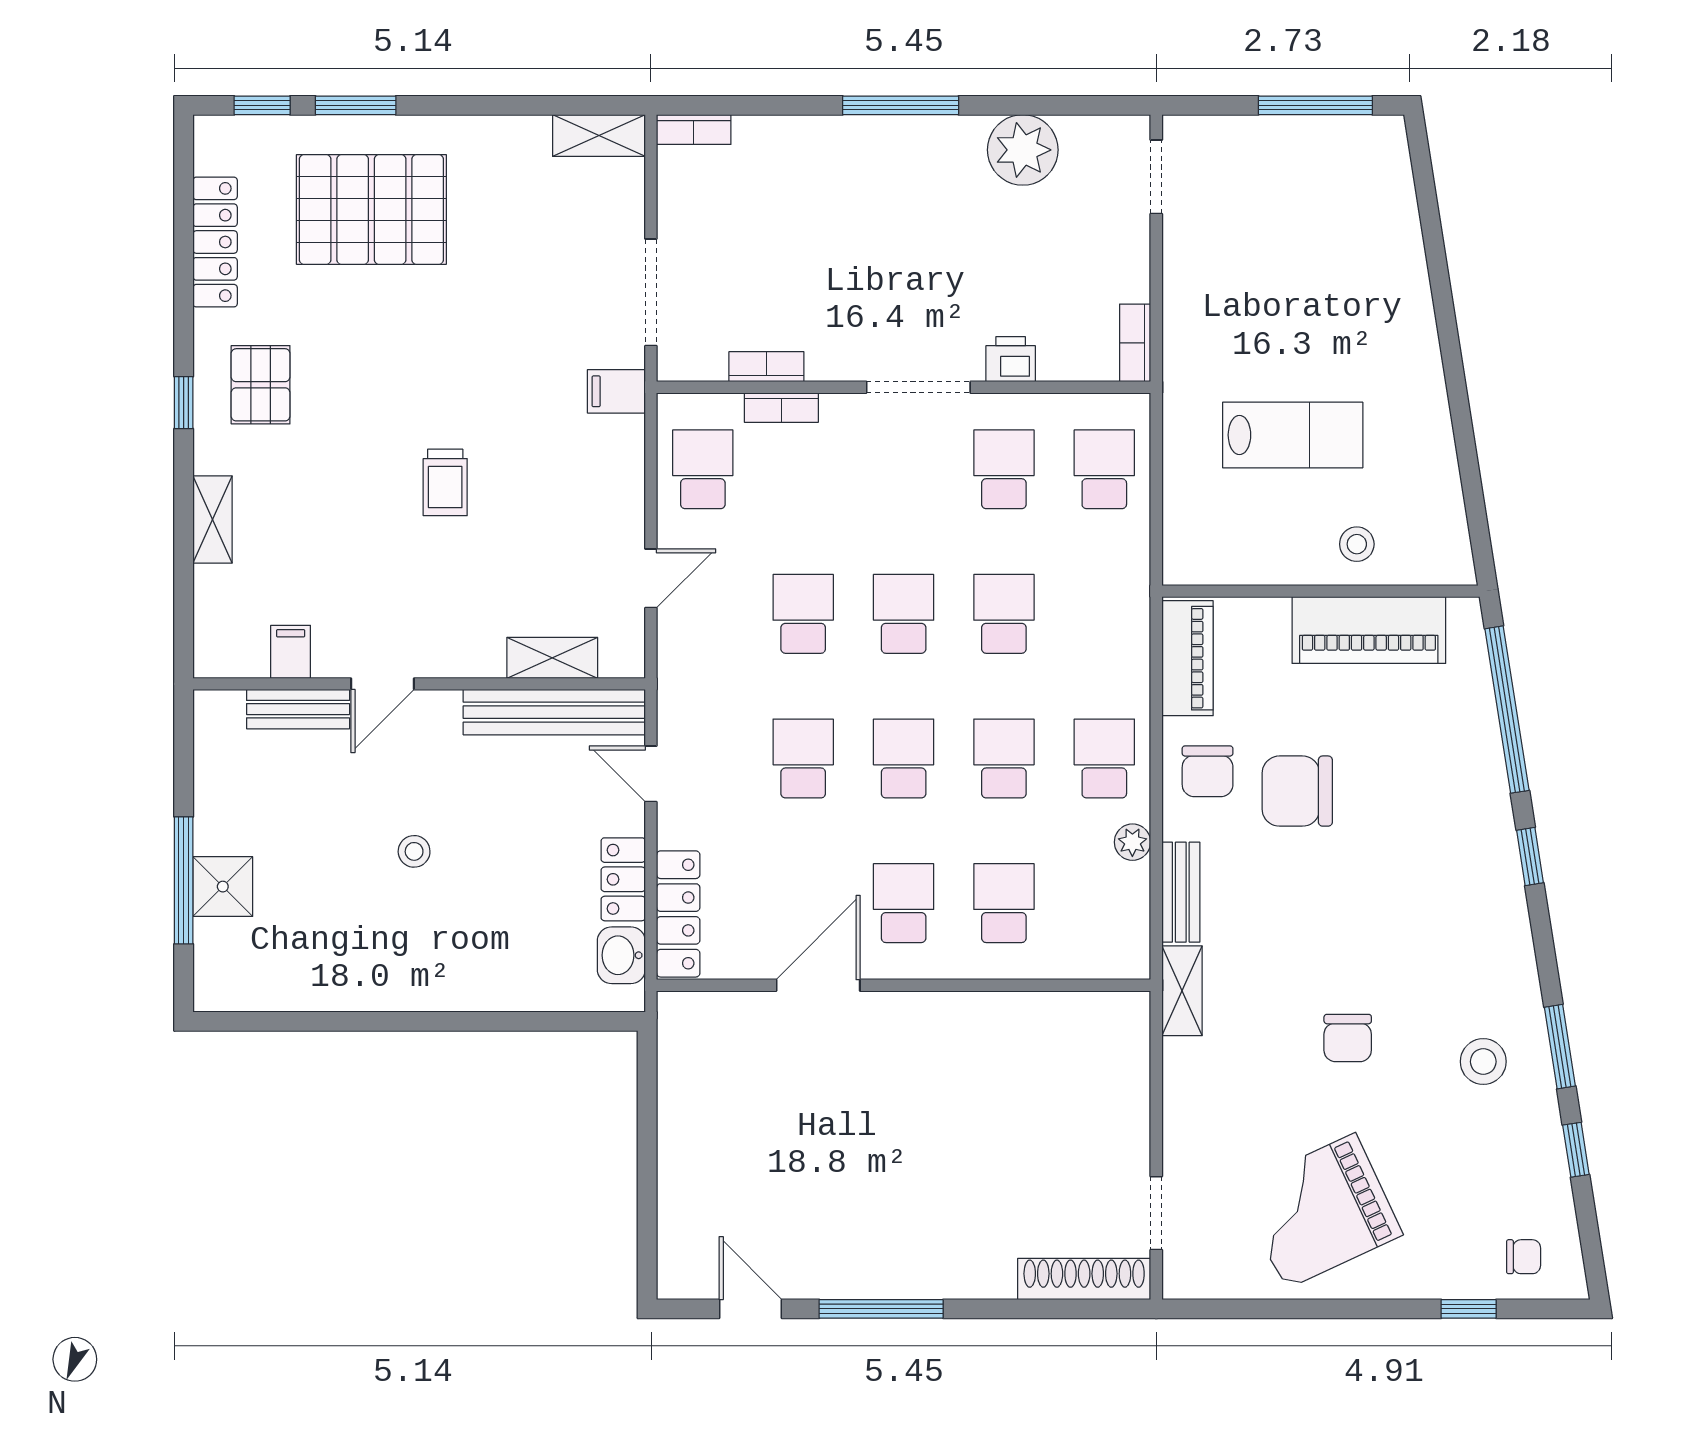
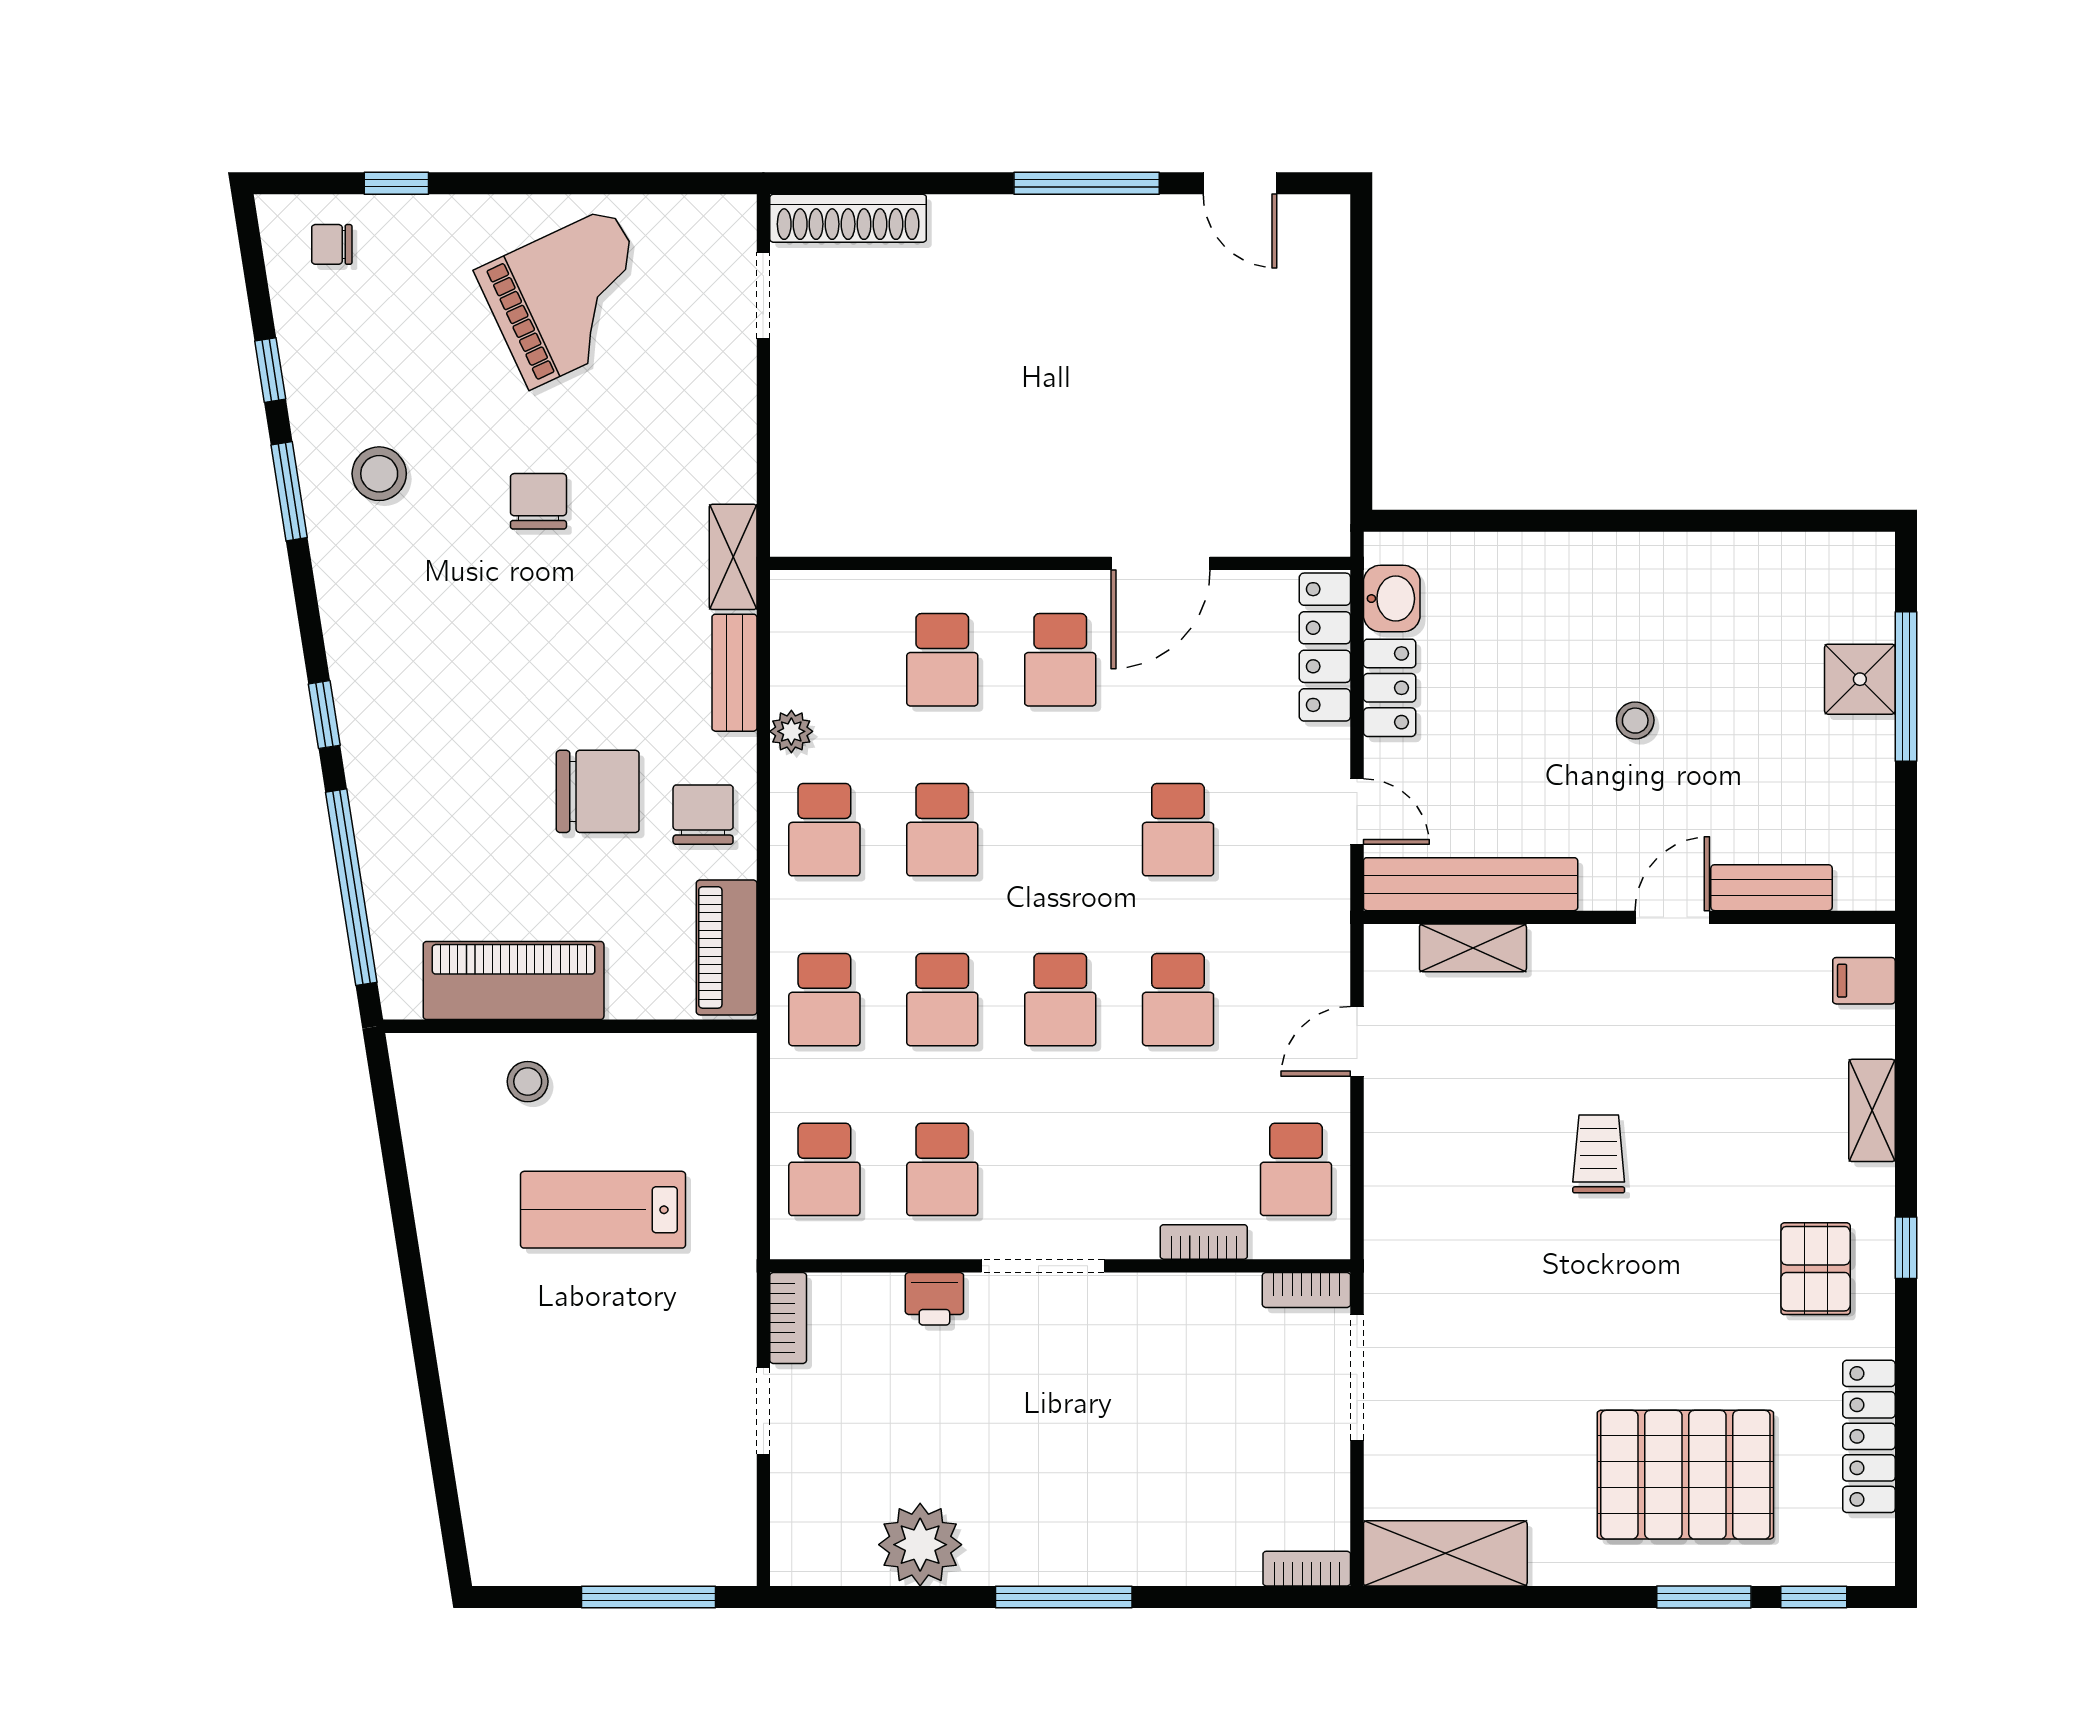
window: (1315, 105) -> (648, 1597), moved
shelving: (599, 135) -> (1445, 1553), width x1.50, depth x1.33
doorway: (1156, 177) -> (763, 1411), moved
bookcase: (766, 367) -> (1306, 1290), moved
filing cabinet: (616, 391) -> (1398, 1261), removed
filing cabinet: (291, 652) -> (1864, 981), moved, turned 90
school desk: (904, 759) -> (824, 1000), moved

